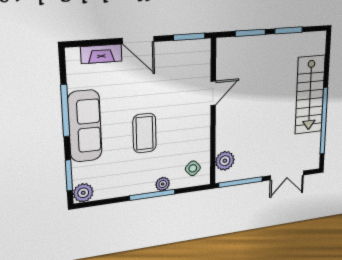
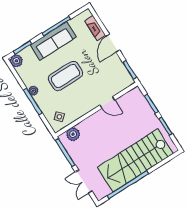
stairs: (310, 95) -> (135, 160), width x1.36, depth x1.51
coffee table: (145, 133) -> (65, 76), width x1.36, depth x1.32
plant: (163, 184) -> (33, 91), moved

